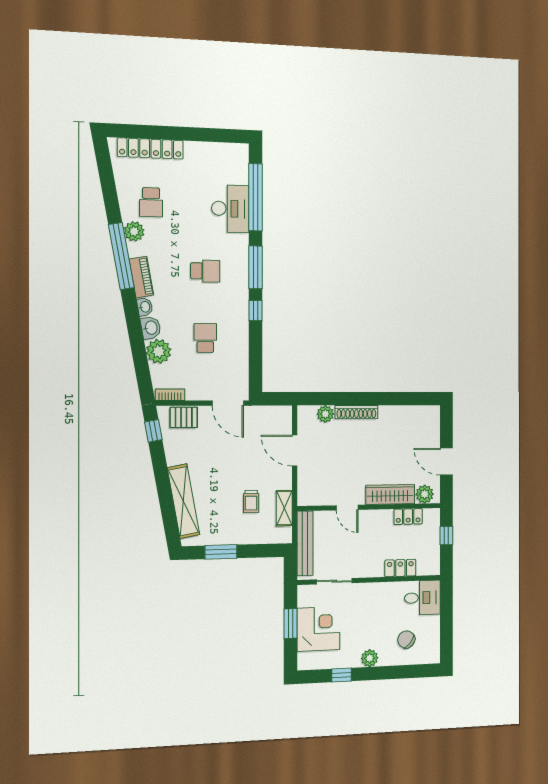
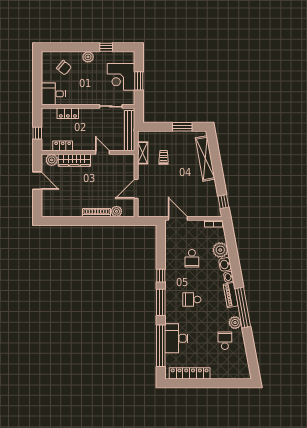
locker: (150, 148) -> (190, 373), moved
pallet: (184, 417) -> (205, 210), removed
door: (295, 450) -> (136, 189), swing flipped

